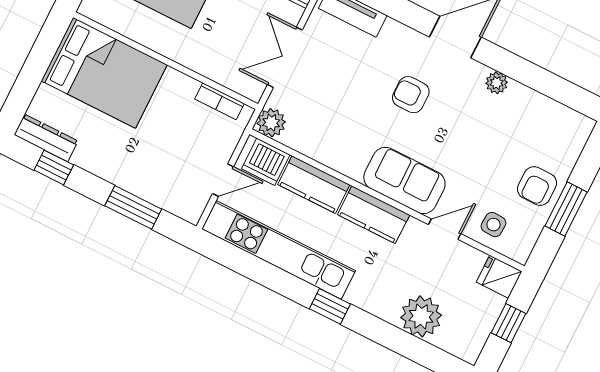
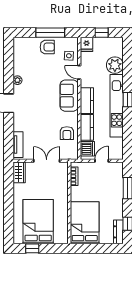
double door: (285, 57) -> (47, 161), swing flipped
armchair: (411, 95) -> (67, 133), moved
plant: (271, 123) -> (72, 154), removed
door: (223, 180) -> (102, 161), hinge flipped
window: (566, 209) -> (50, 33), width x1.44
kitchen unit: (279, 250) -> (117, 106), moved

